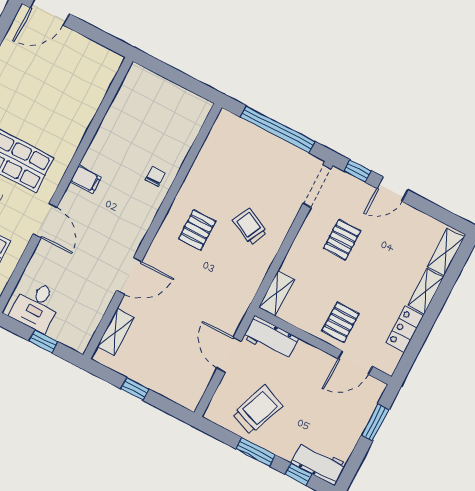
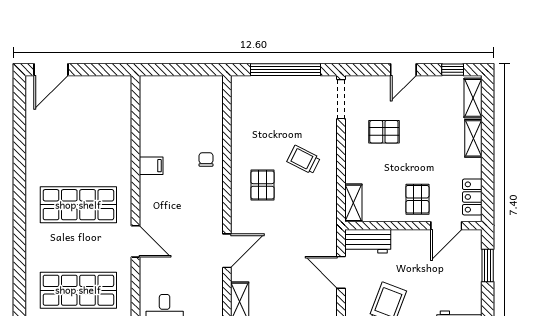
window: (357, 171) -> (453, 70), moved
filing cabinet: (86, 179) -> (151, 166), moved
pallet: (342, 240) -> (384, 132), turned 90
locker: (405, 329) -> (472, 197), moved

